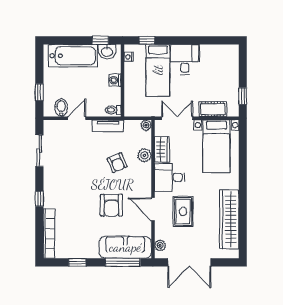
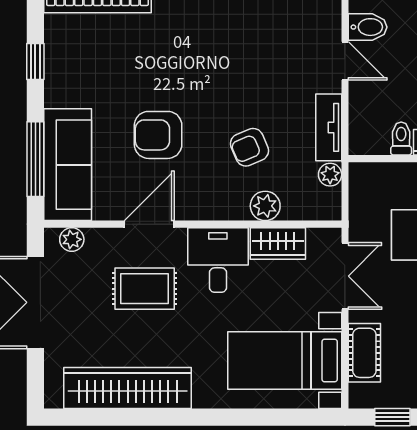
toilet: (113, 110) -> (401, 139), moved
plant: (146, 125) -> (330, 175), moved

